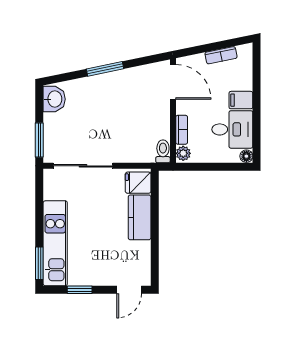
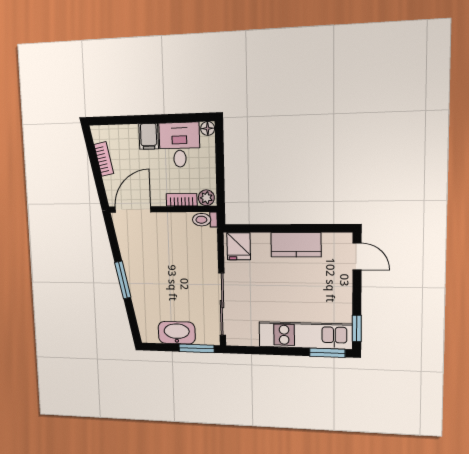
washbasin: (54, 99) -> (177, 333), moved, width x1.38
kitchen counter: (140, 217) -> (296, 245), moved
window: (80, 290) -> (357, 328), moved

